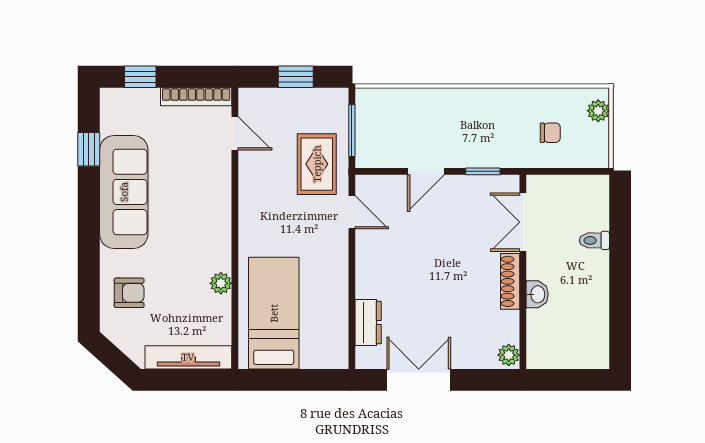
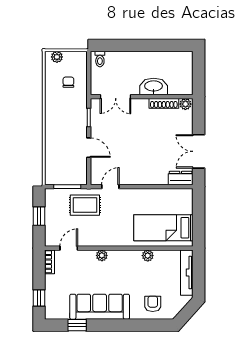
bookcase: (196, 97) -> (49, 262), width x0.64
plant: (221, 196) -> (102, 255), added
toilet: (594, 240) -> (100, 59), moved
shoe rack: (510, 281) -> (164, 103), moved
washbasin: (537, 294) -> (154, 86), width x1.91, depth x1.45
dresser: (368, 323) -> (181, 178), moved

